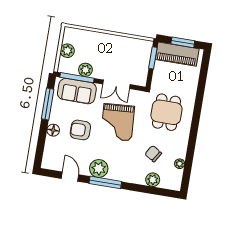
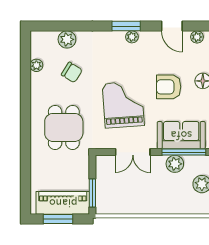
double door: (116, 84) -> (133, 152), swing flipped
armchair: (80, 130) -> (169, 87), turned 180
plant: (52, 165) -> (197, 37), added
plant: (99, 168) -> (132, 37), width x0.53, depth x0.53
window: (105, 182) -> (126, 26), width x0.69

